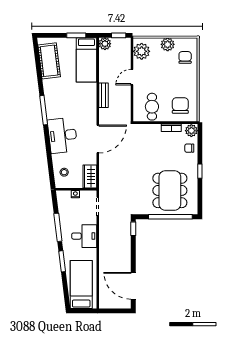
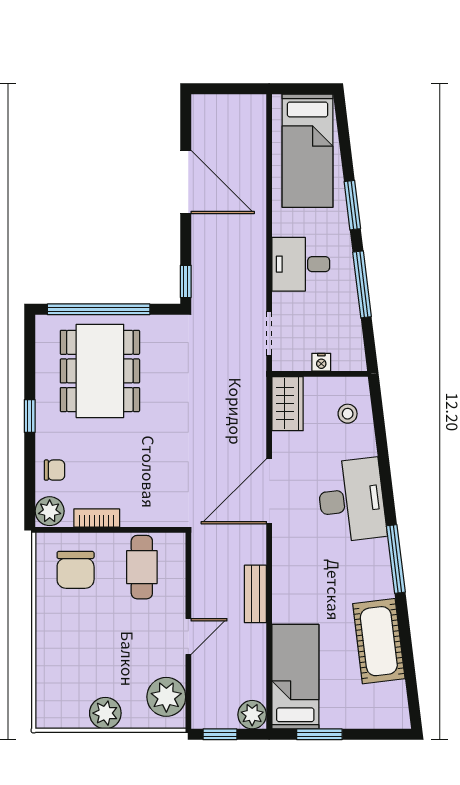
chair: (185, 57) -> (64, 683), removed
cot: (49, 61) -> (379, 641), moved
door: (133, 286) -> (186, 182), moved

